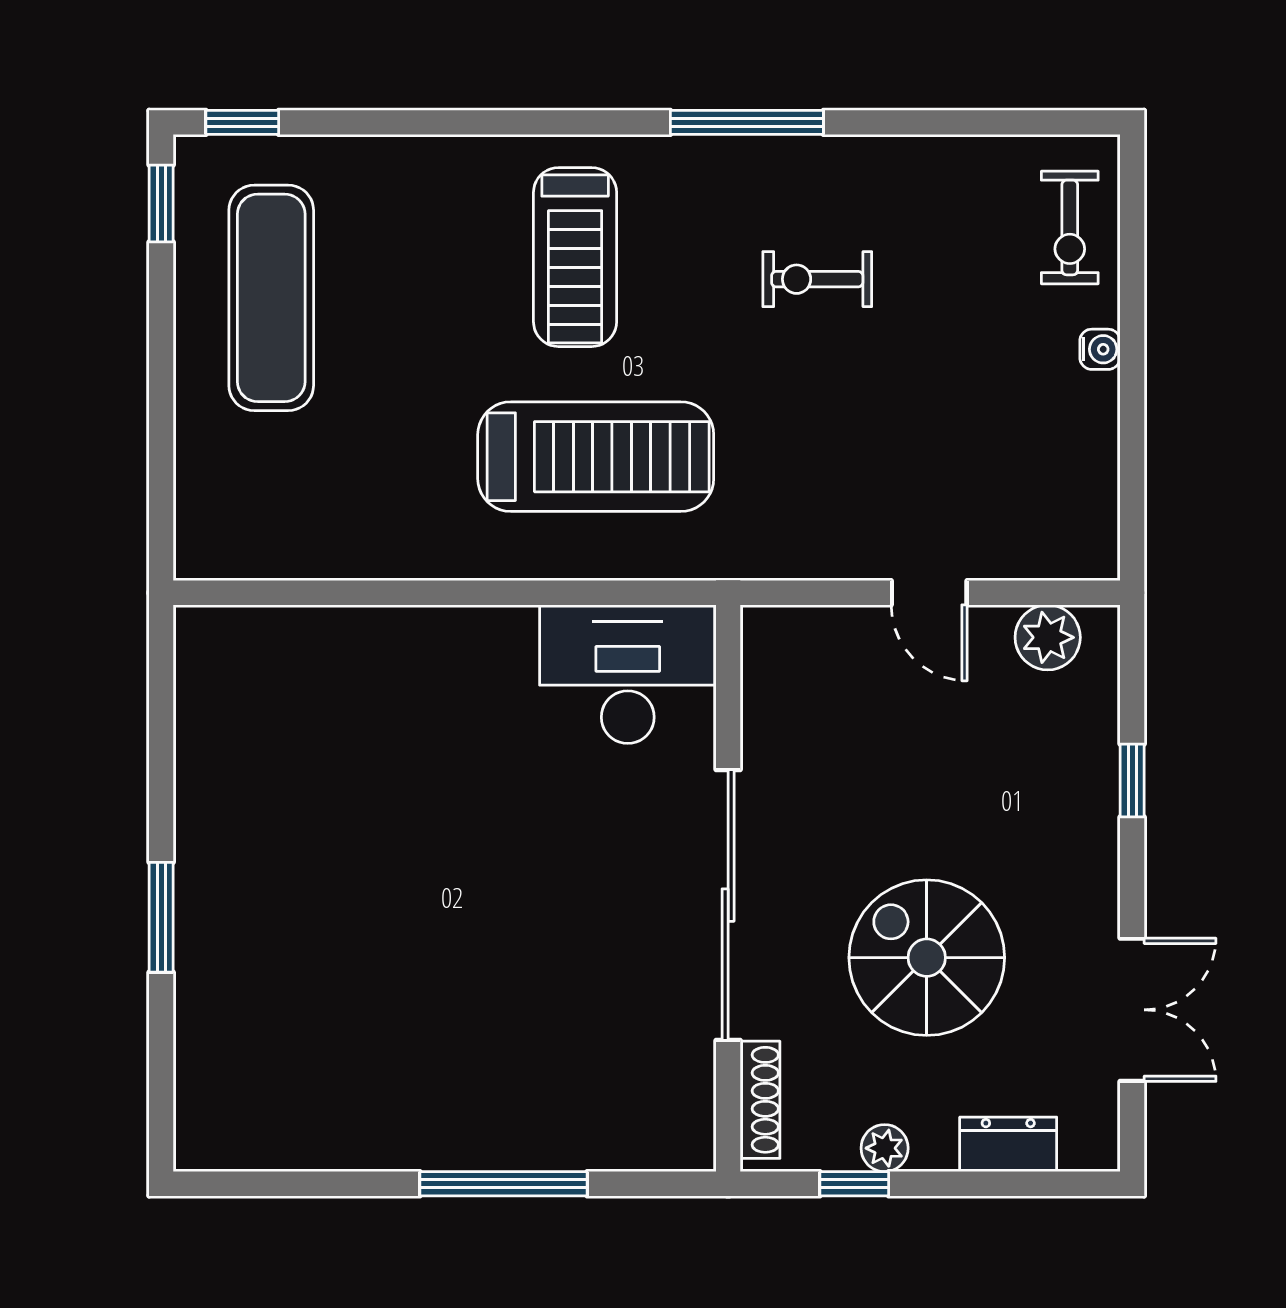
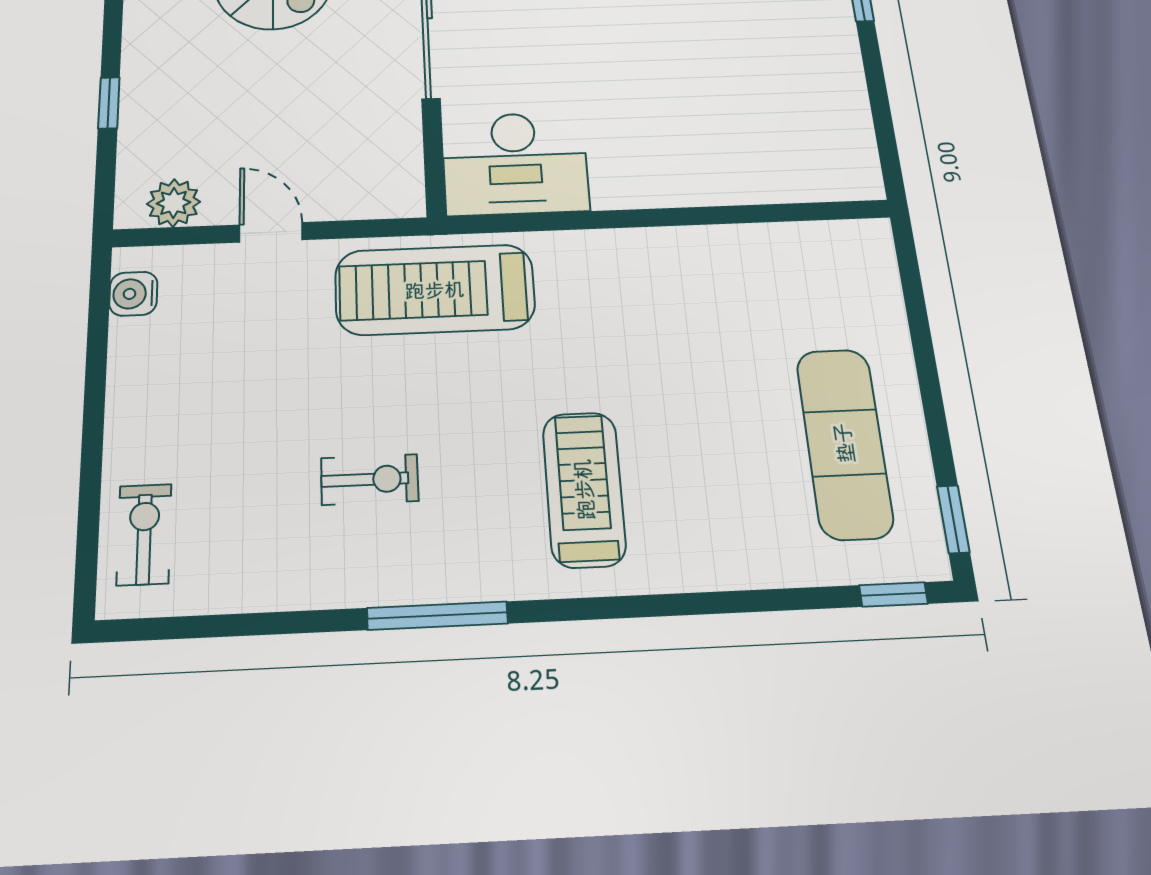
water cooler: (1100, 349) -> (133, 294), moved, width x1.38, depth x1.38
treadmill: (596, 457) -> (435, 290), moved

